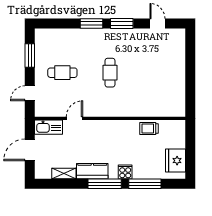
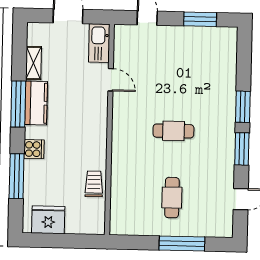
window: (190, 65) -> (182, 243), added
cafe table: (62, 73) -> (172, 198), moved
window: (105, 184) -> (18, 104), moved

